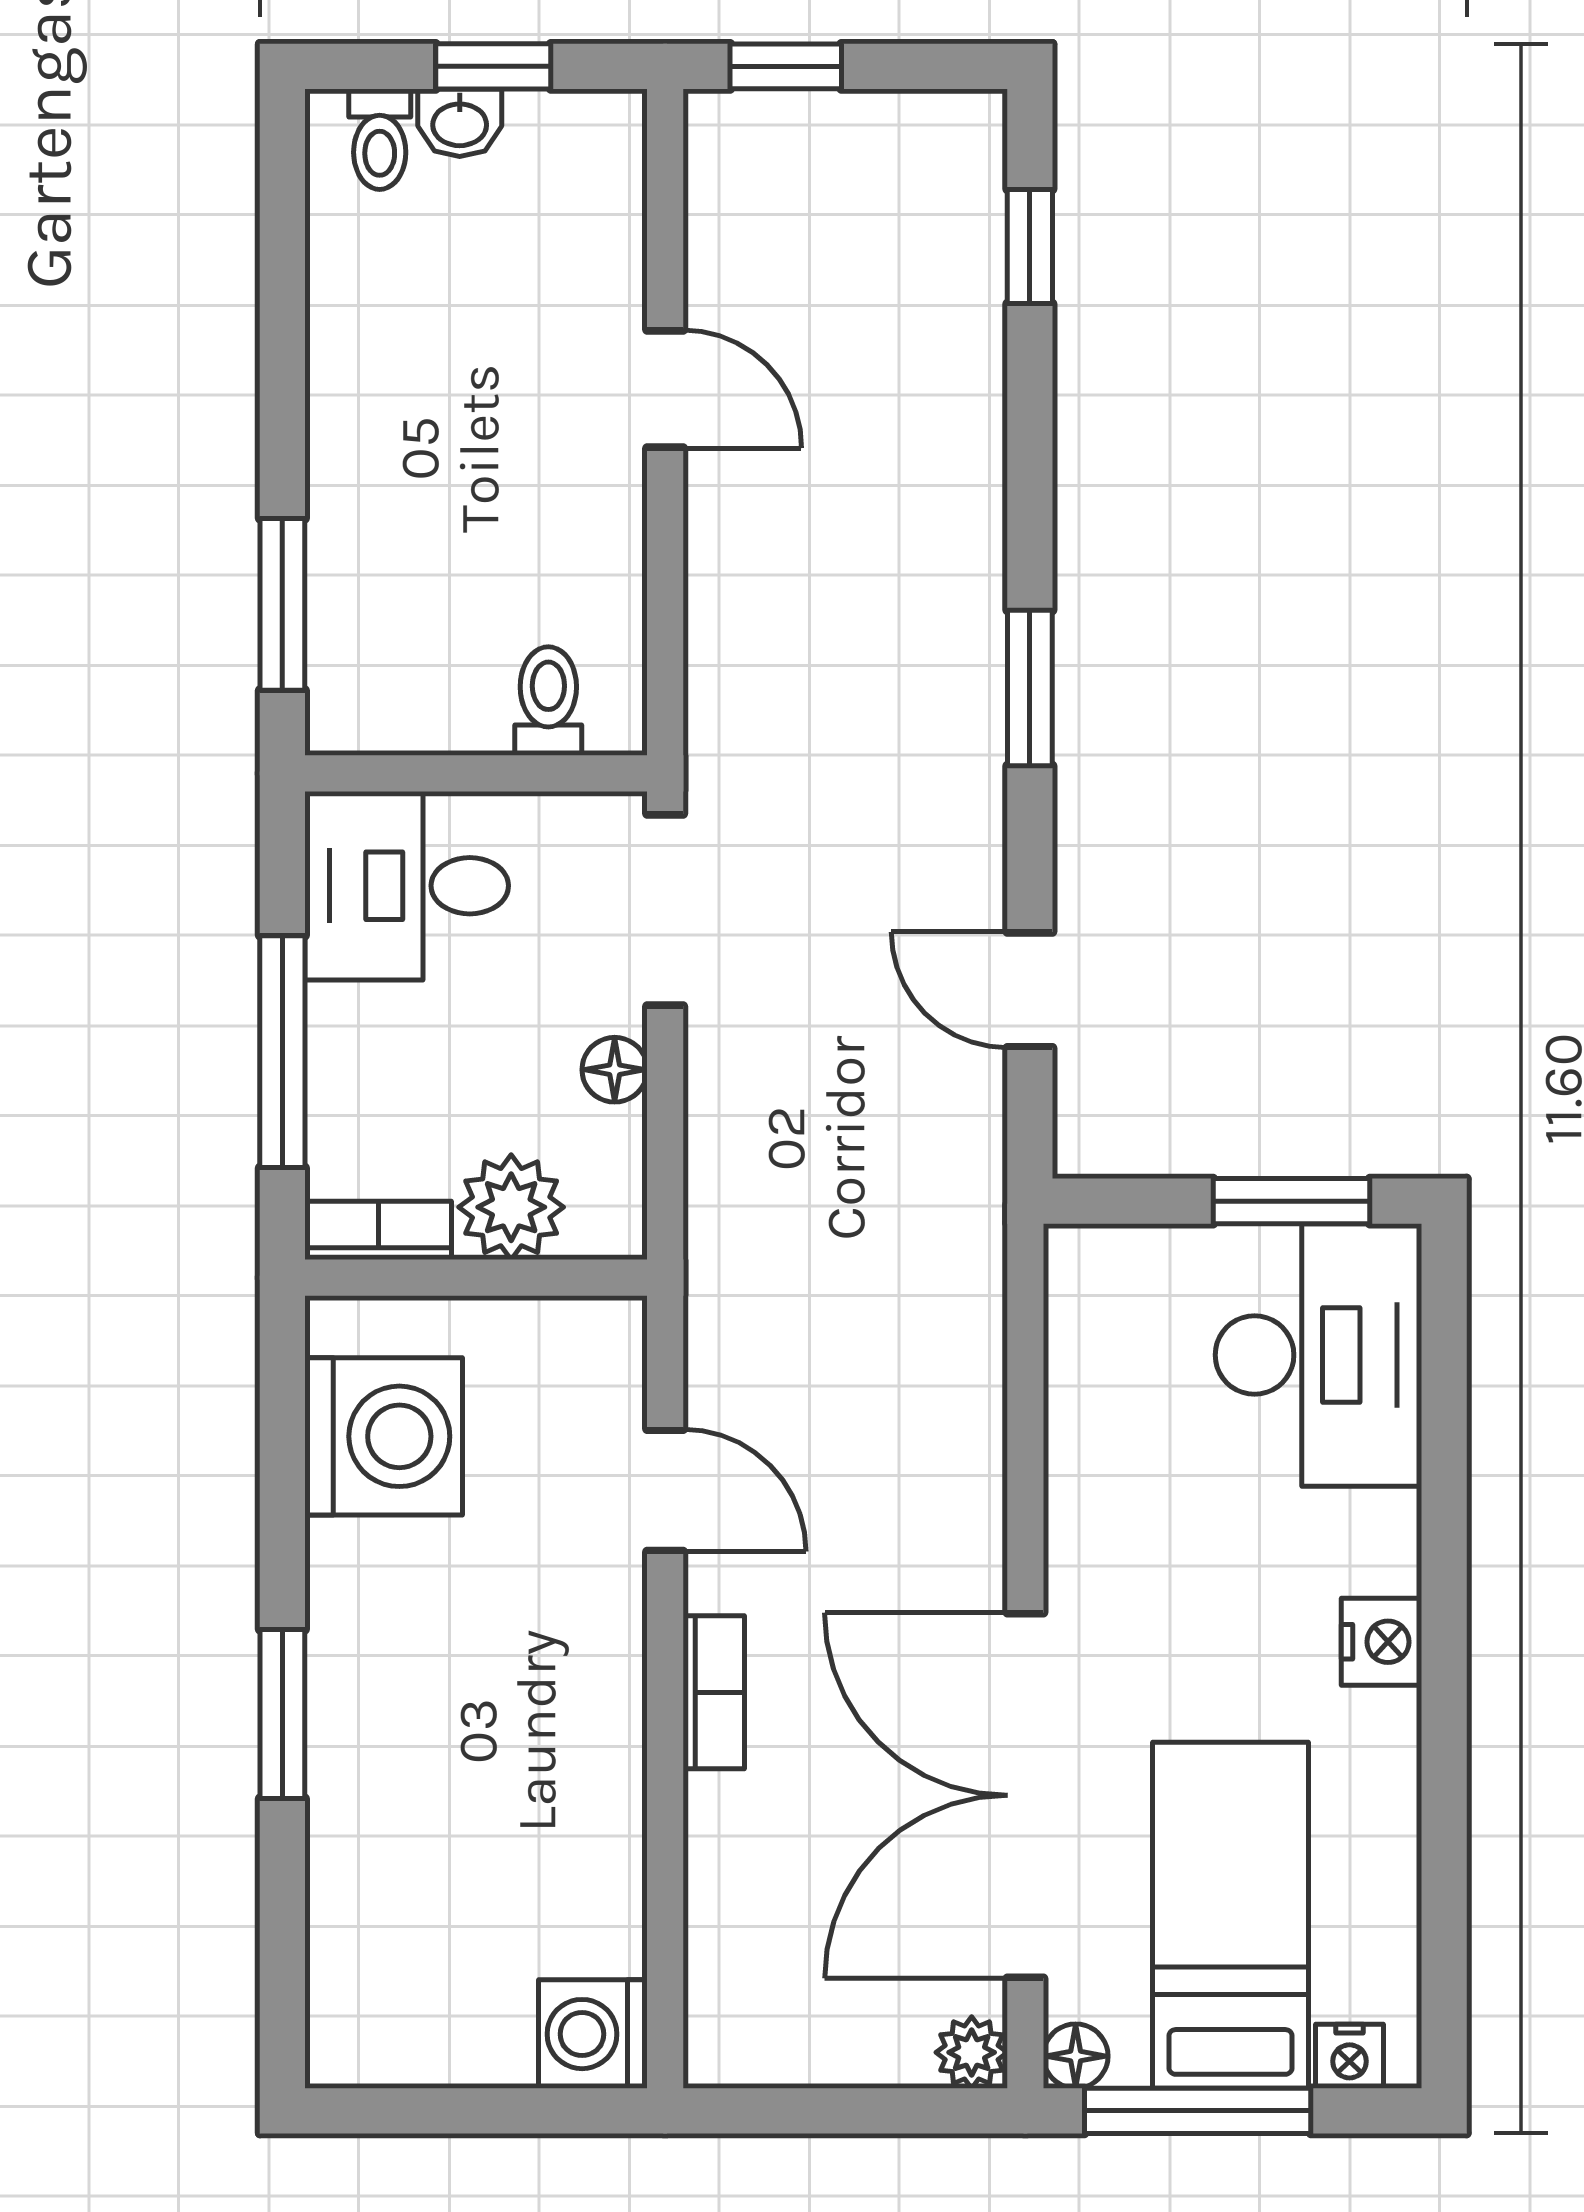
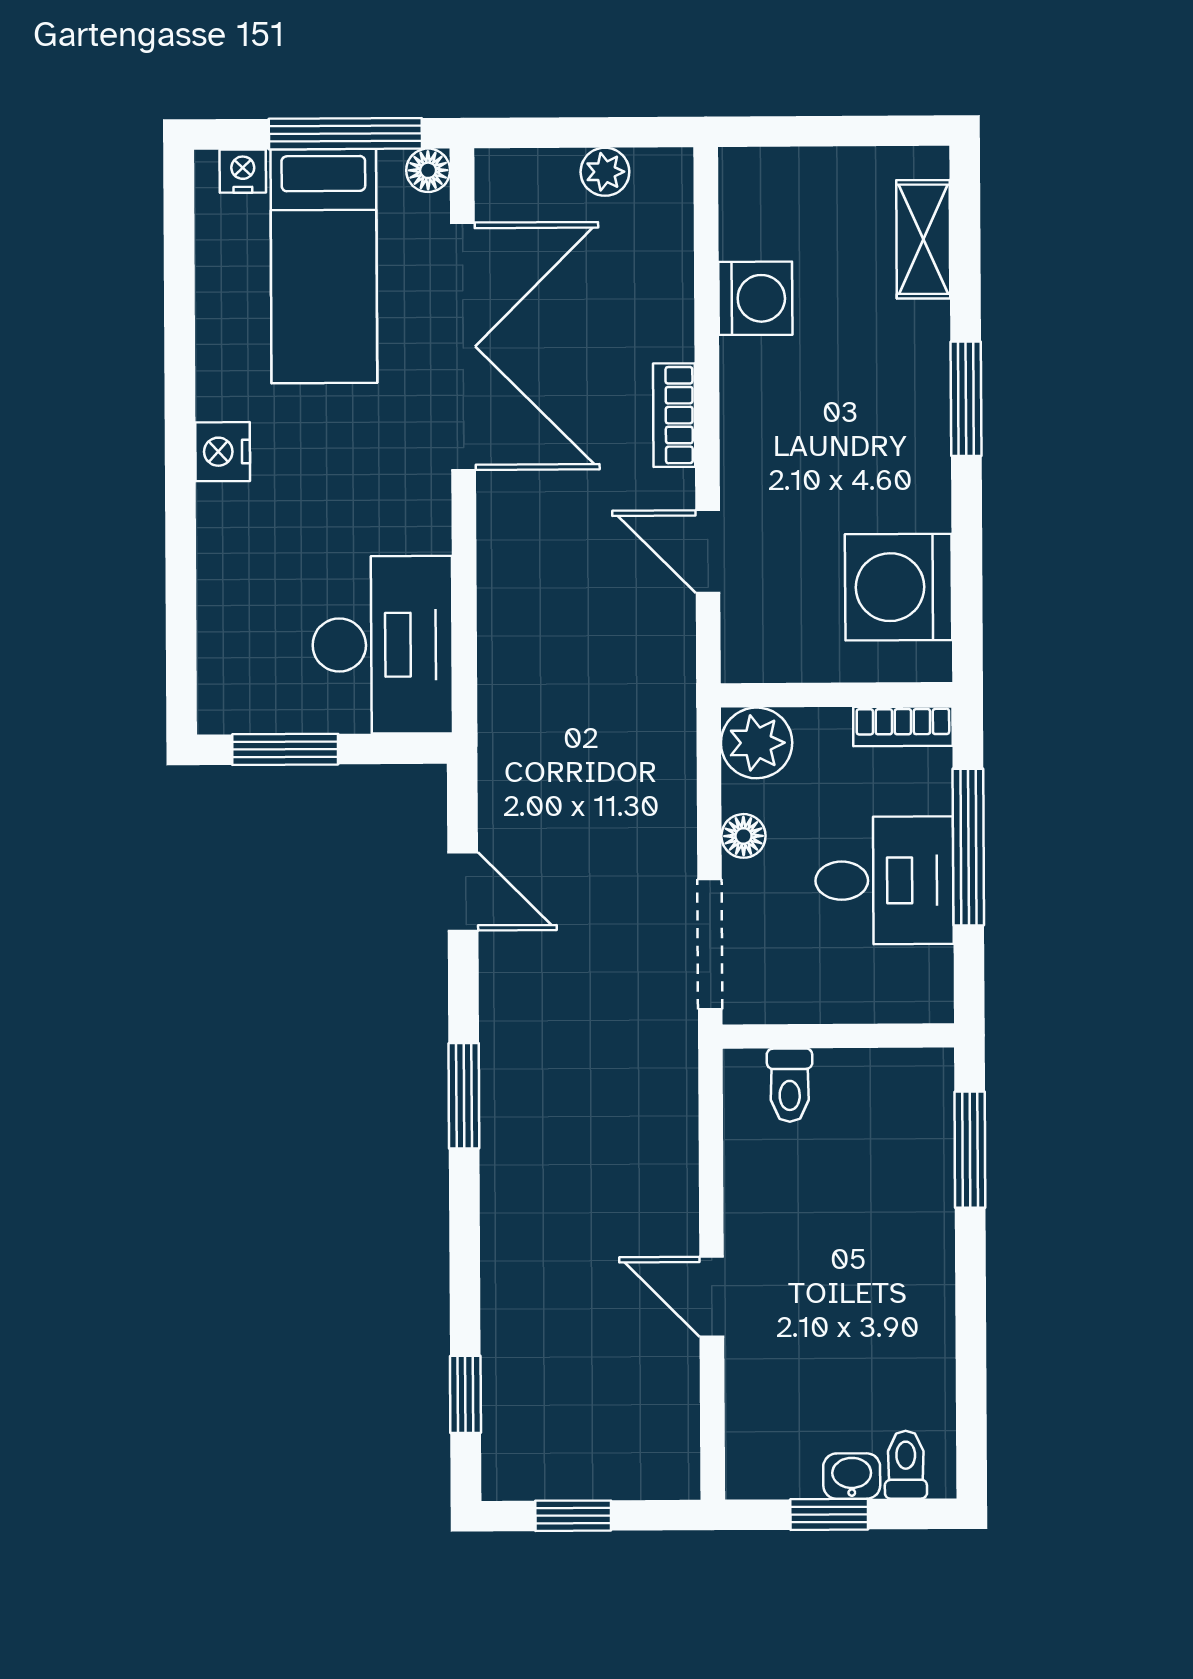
window: (786, 66) -> (573, 1516), moved
desk: (407, 886) -> (884, 880), moved
plant: (511, 1207) -> (757, 743), moved
desk: (1318, 1355) -> (383, 645), moved, turned 180
shelving: (344, 1950) -> (923, 239), added
washing machine: (593, 2034) -> (755, 298), moved
plant: (972, 2052) -> (605, 172), moved

